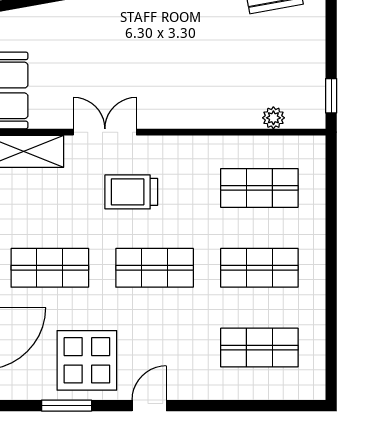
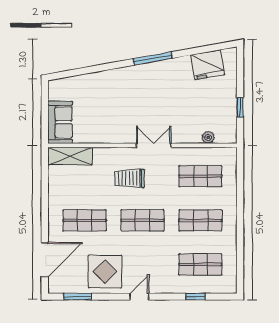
window: (331, 96) -> (240, 107), moved
double door: (105, 132) -> (154, 145), moved
window: (67, 406) -> (77, 297), moved
window: (251, 406) -> (196, 297), added

